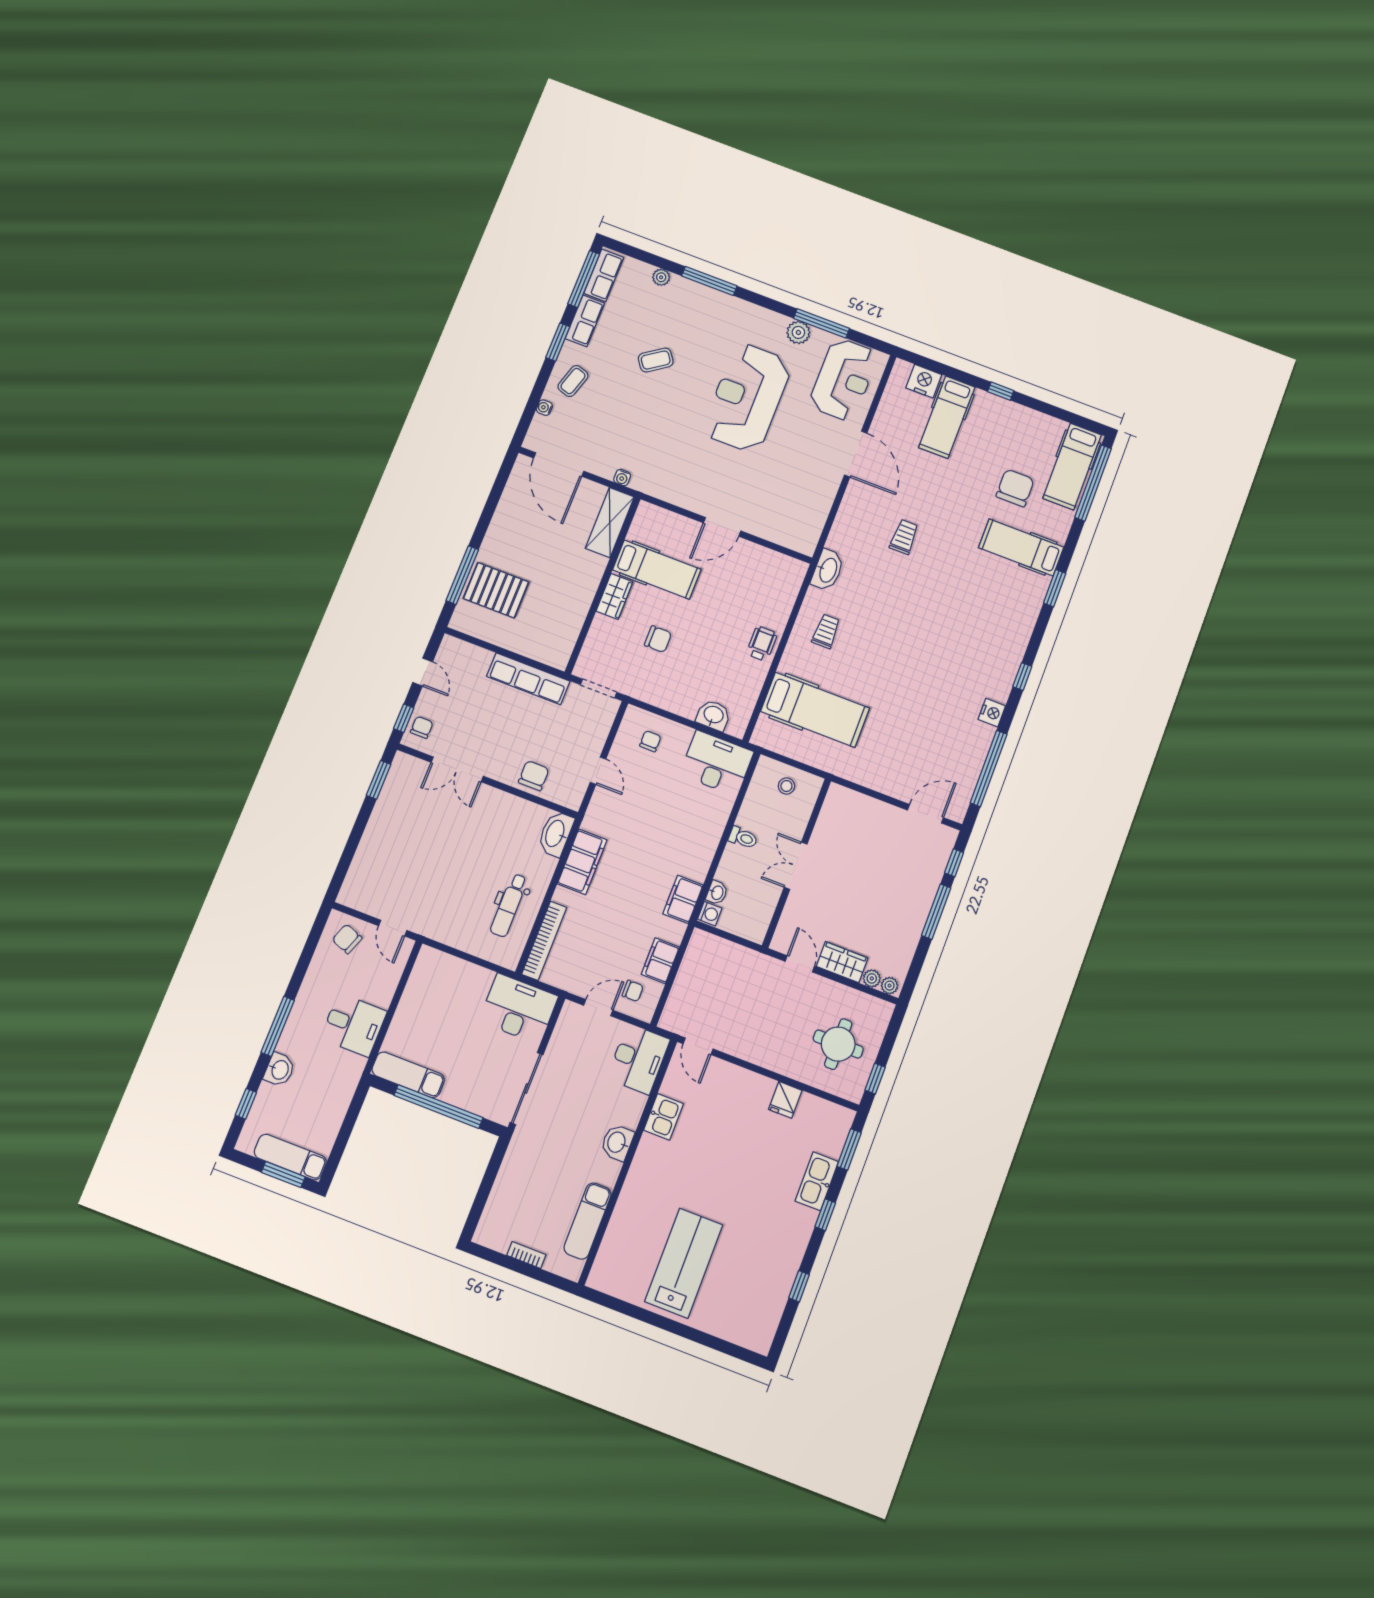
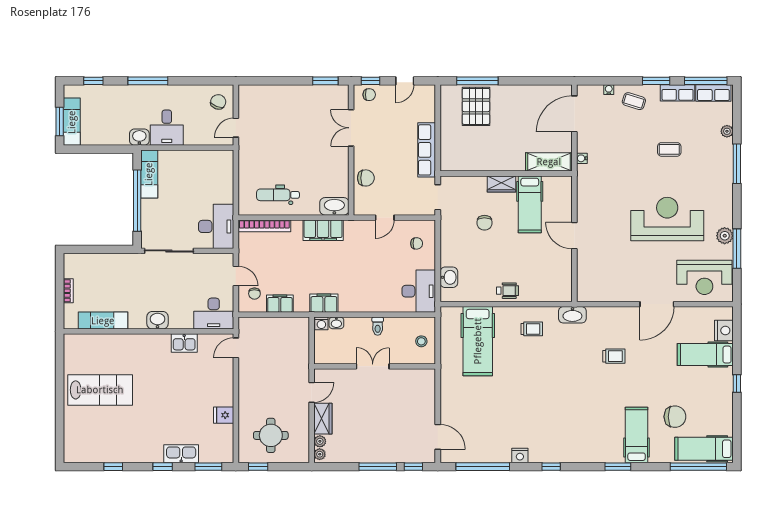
coffee table: (656, 360) -> (669, 149), turned -55
washbasin: (279, 1070) -> (139, 137), moved, turned 180

